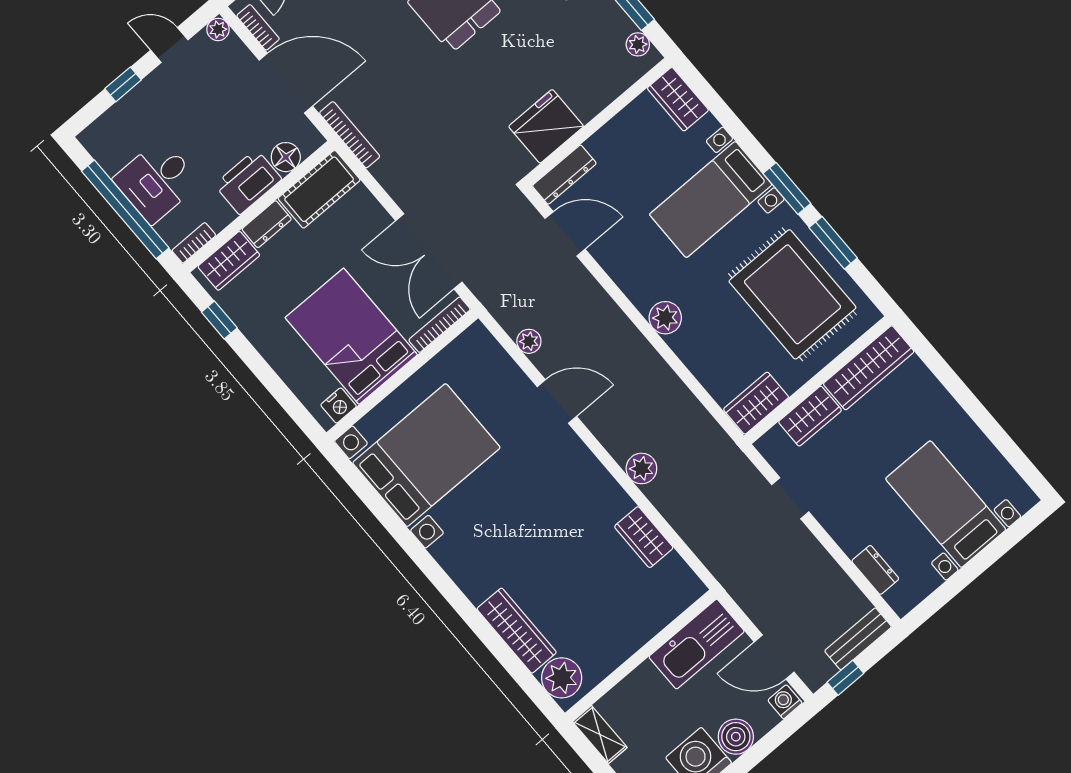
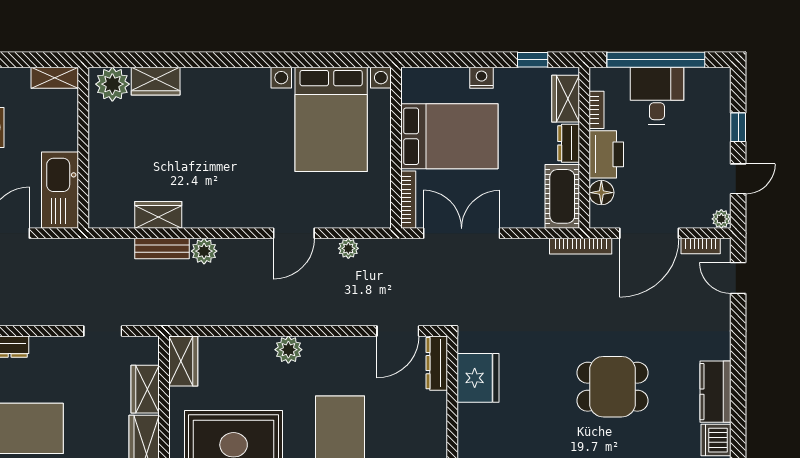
bookcase: (194, 243) -> (597, 110), moved
nightstand: (339, 406) -> (481, 78), moved, turned 90
bench: (671, 508) -> (162, 249), added
wardrobe: (517, 631) -> (156, 81), width x0.67

